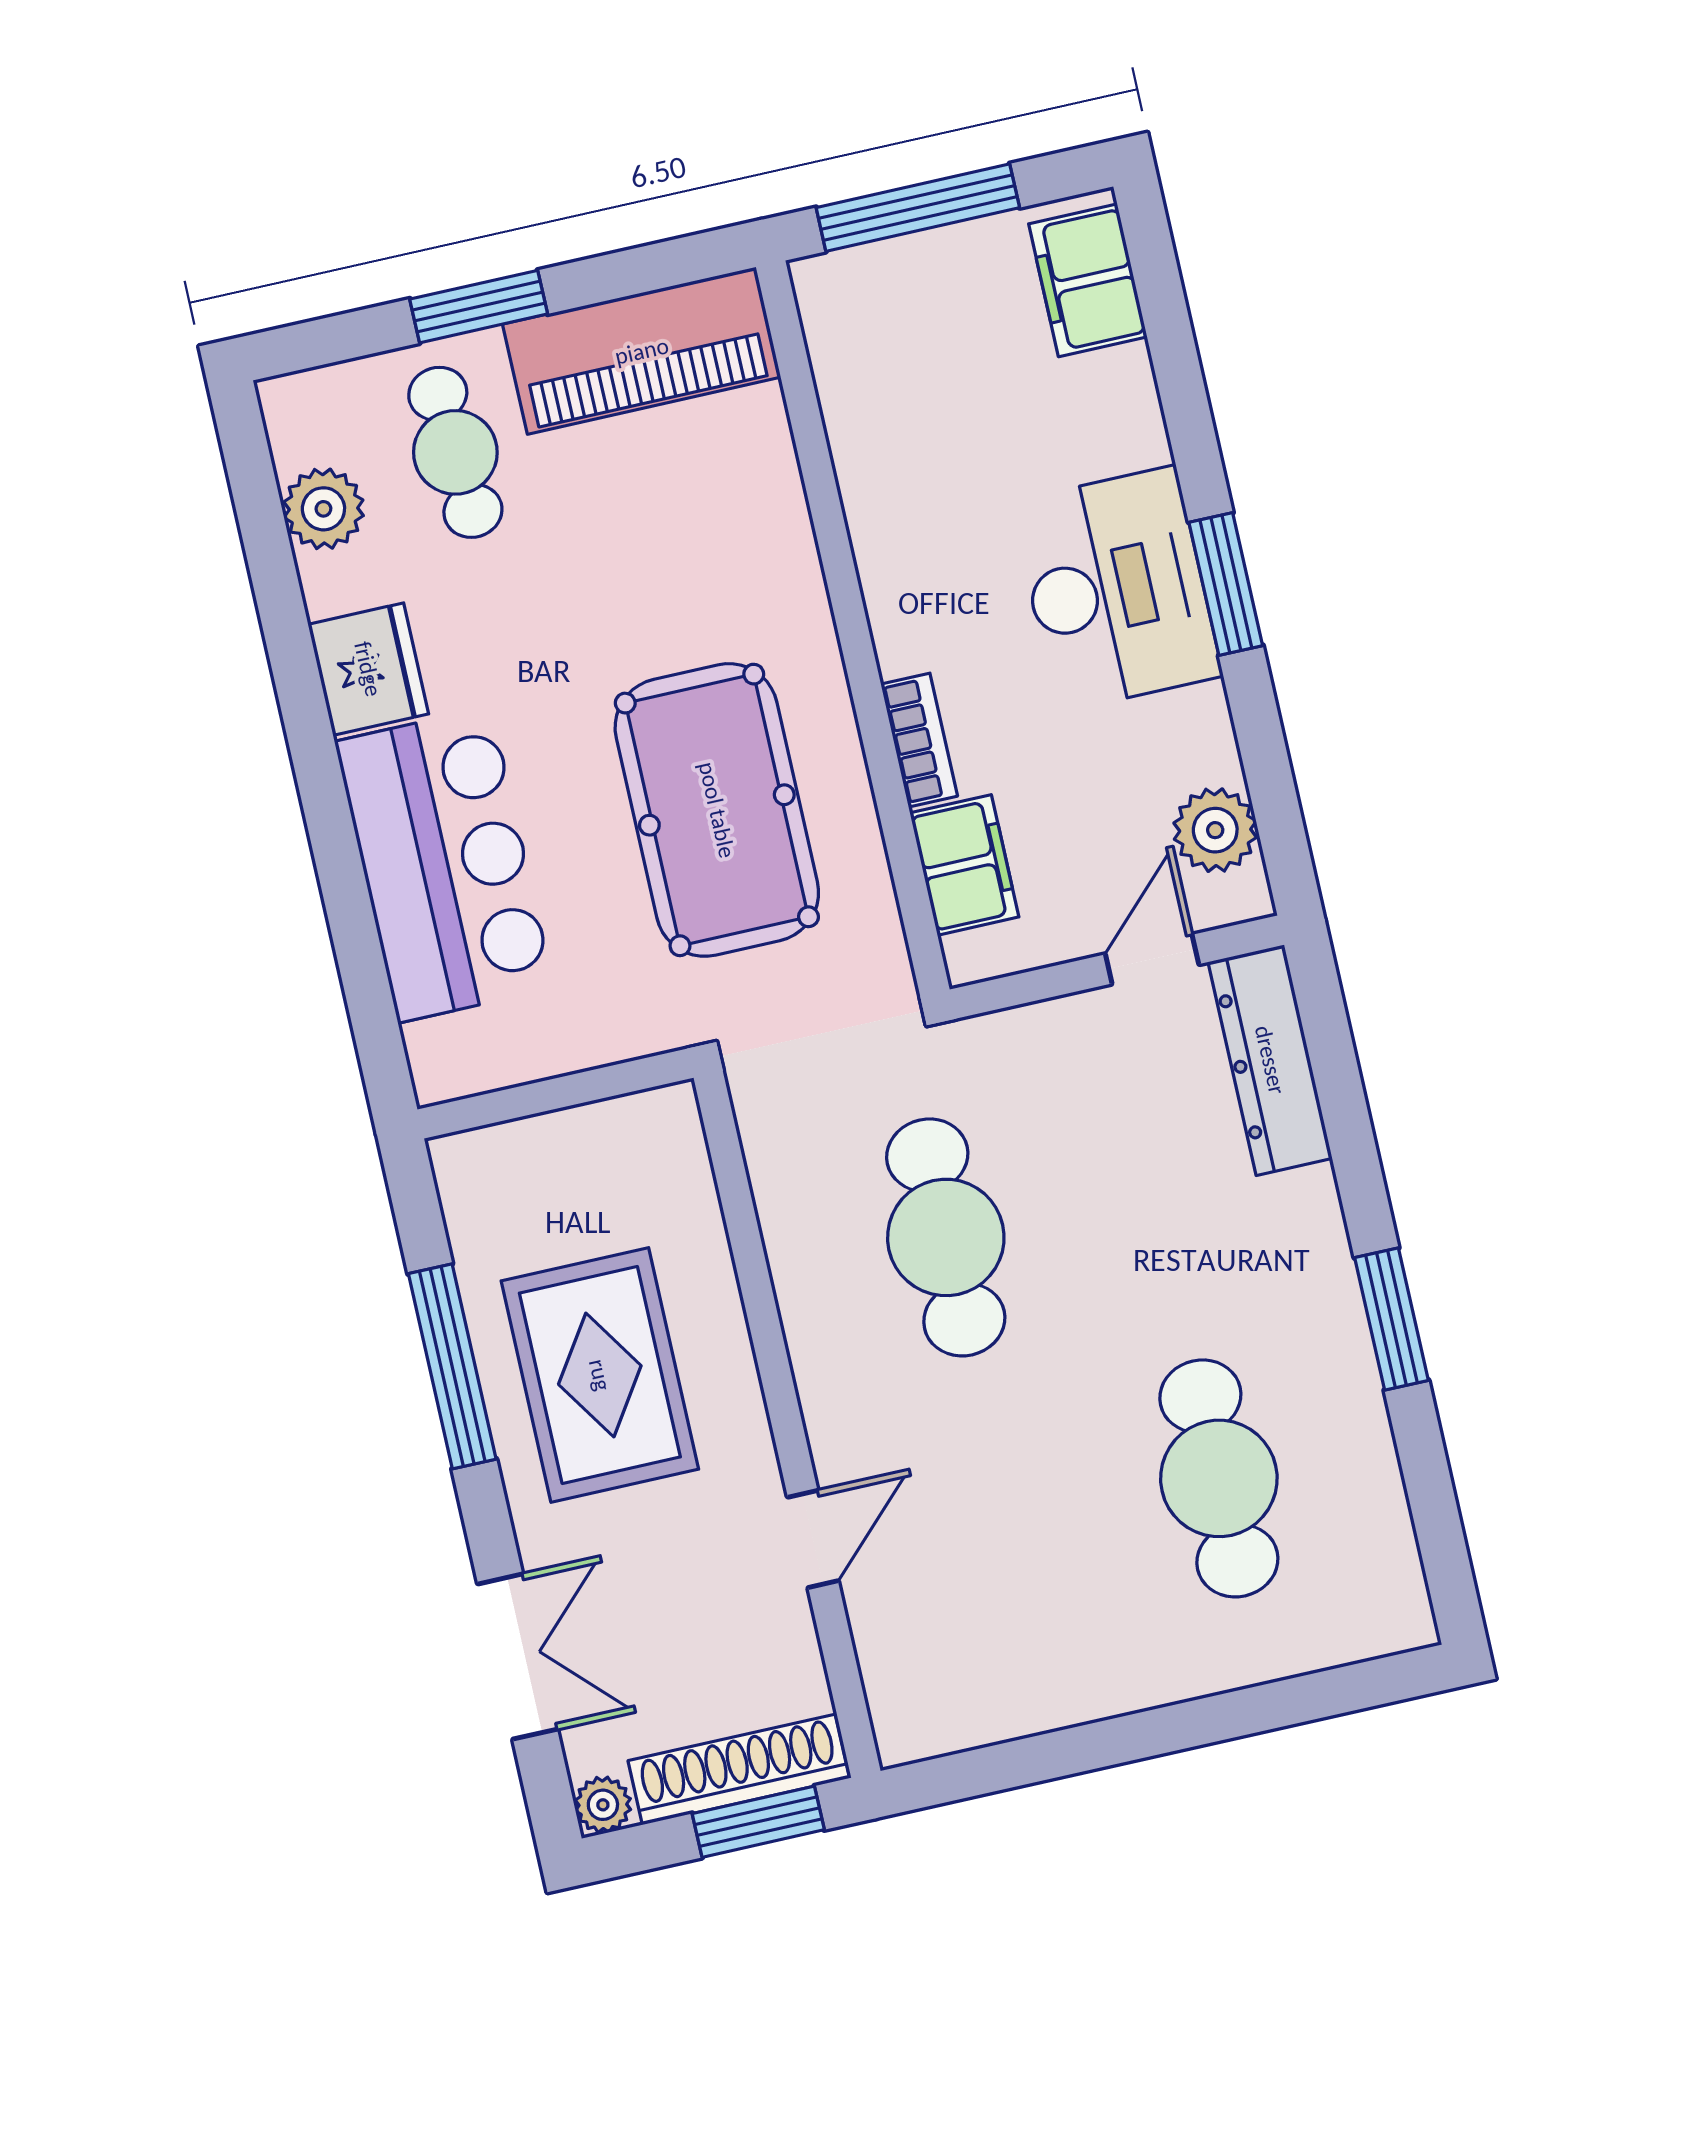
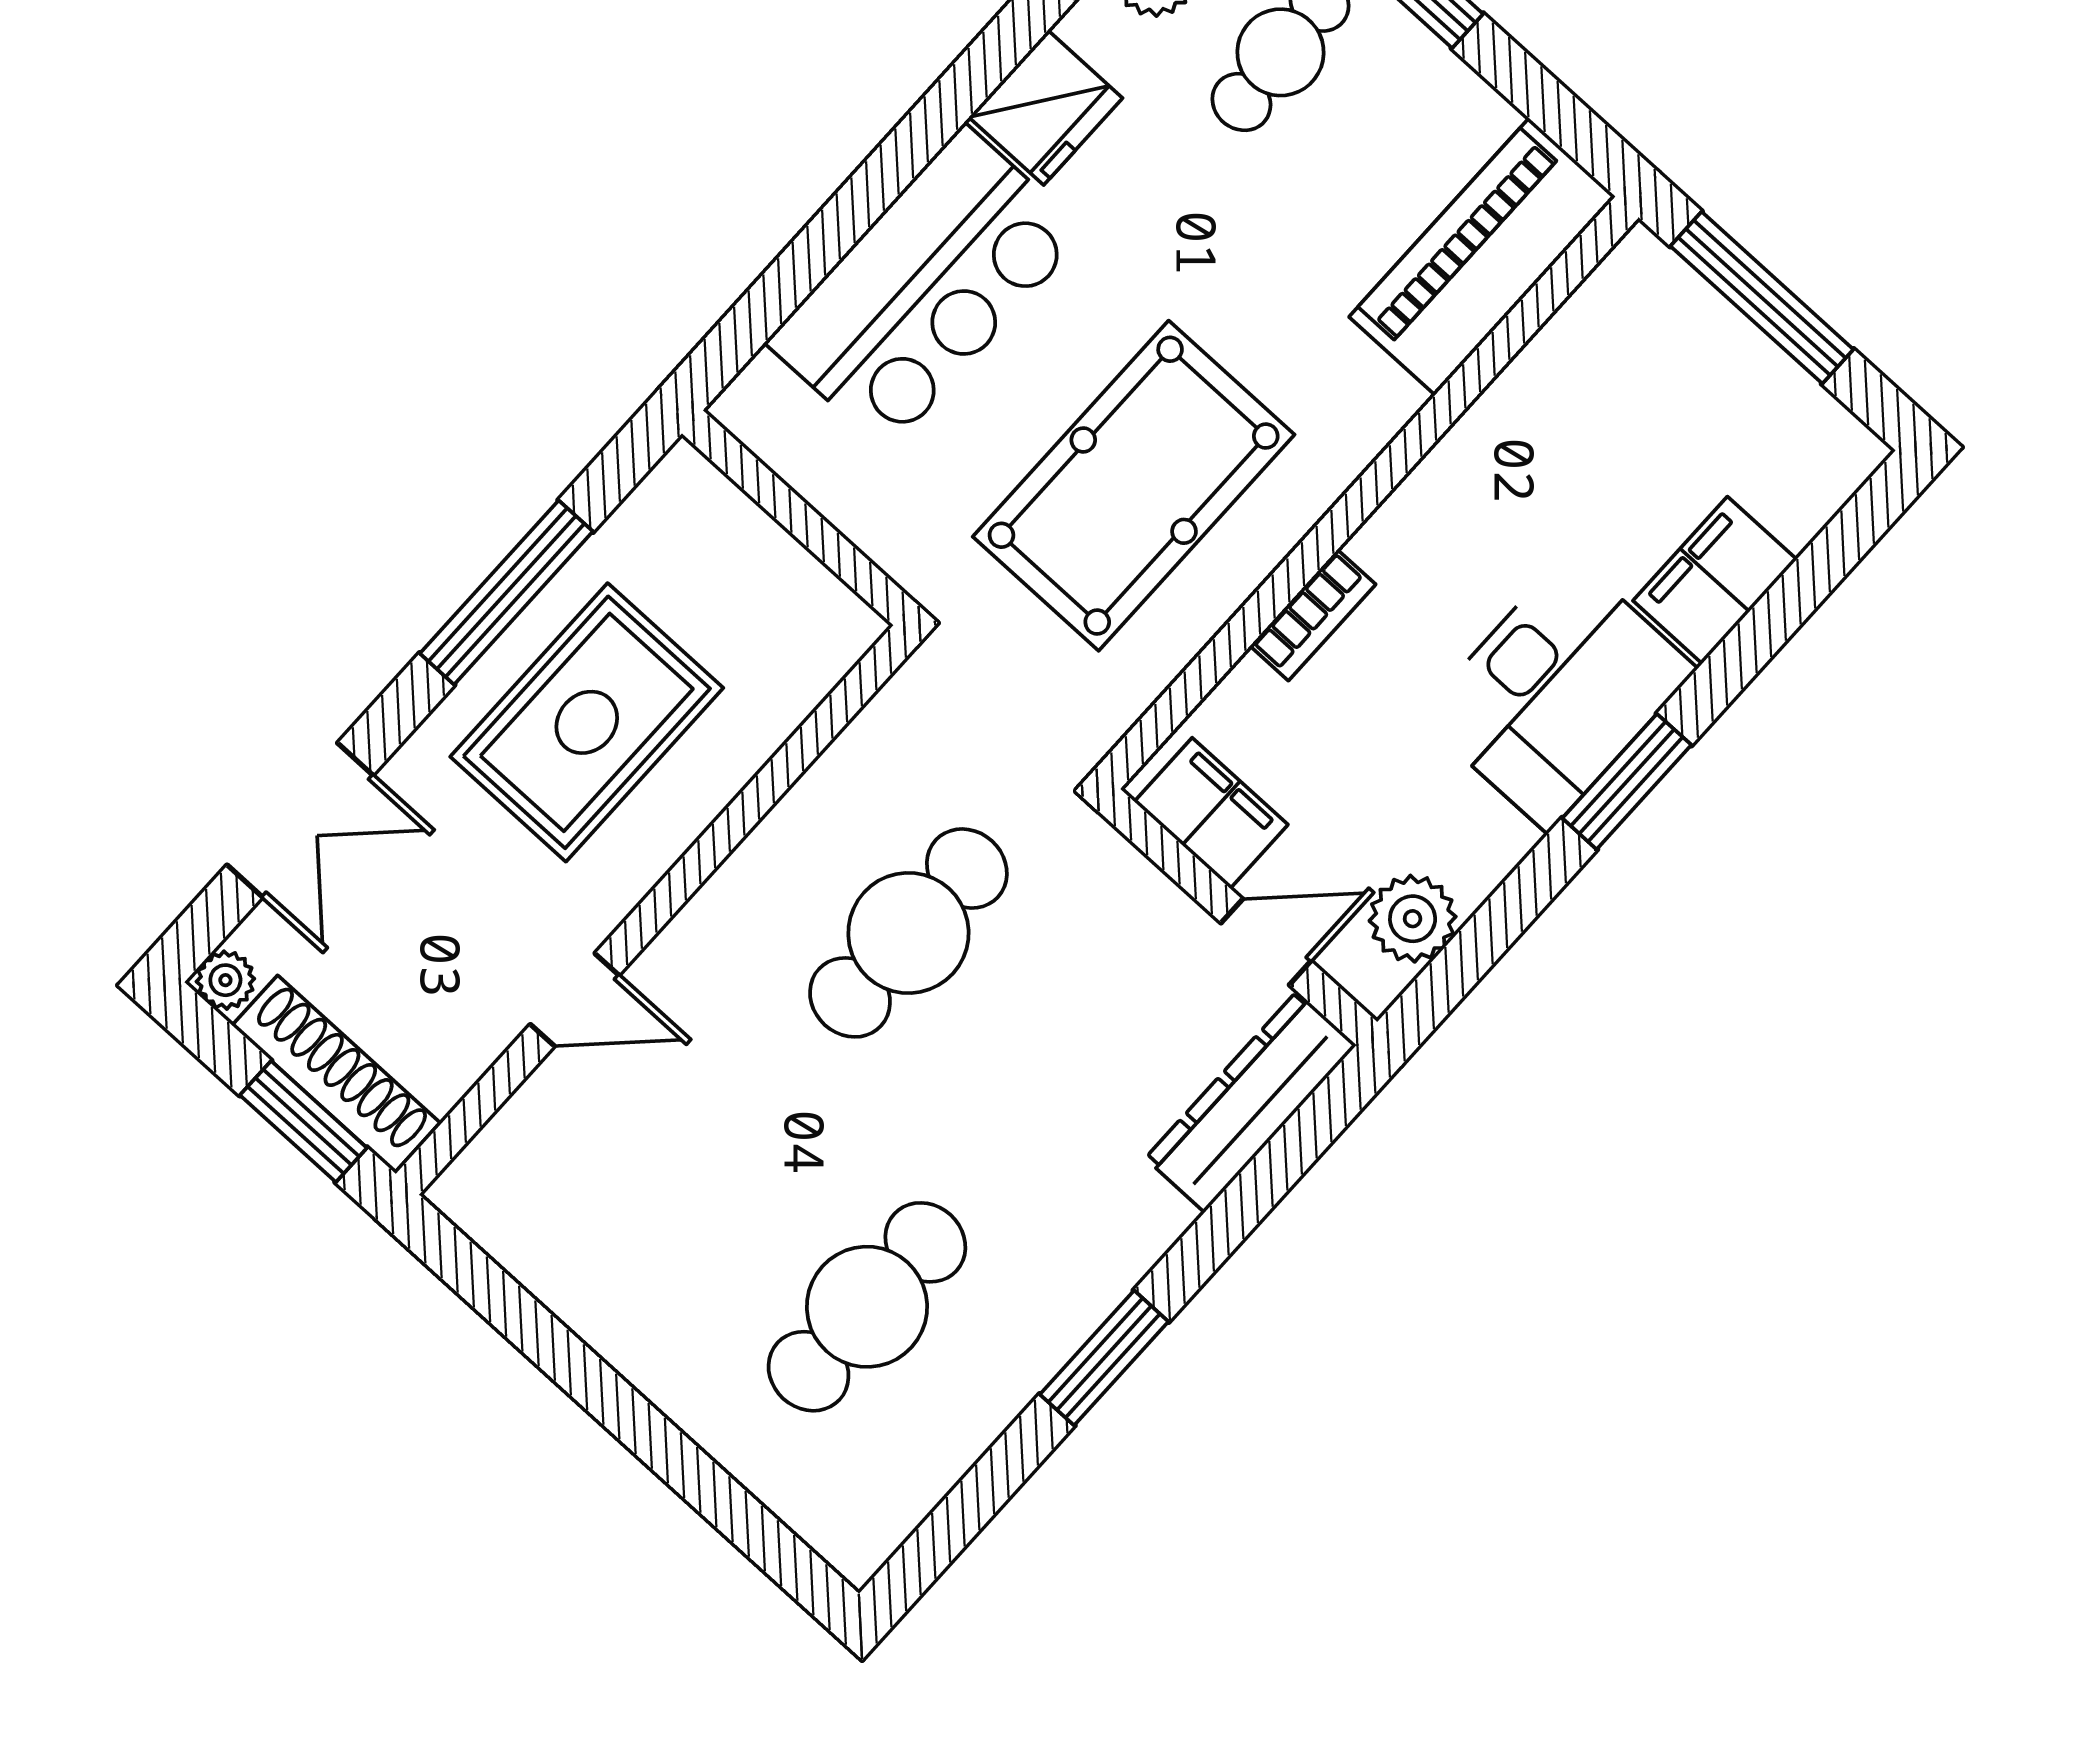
filing cabinet: (1088, 280) -> (1715, 580), moved
piano: (642, 351) -> (1482, 257), moved, turned 90
filing cabinet: (964, 865) -> (1211, 813), moved, turned -90

